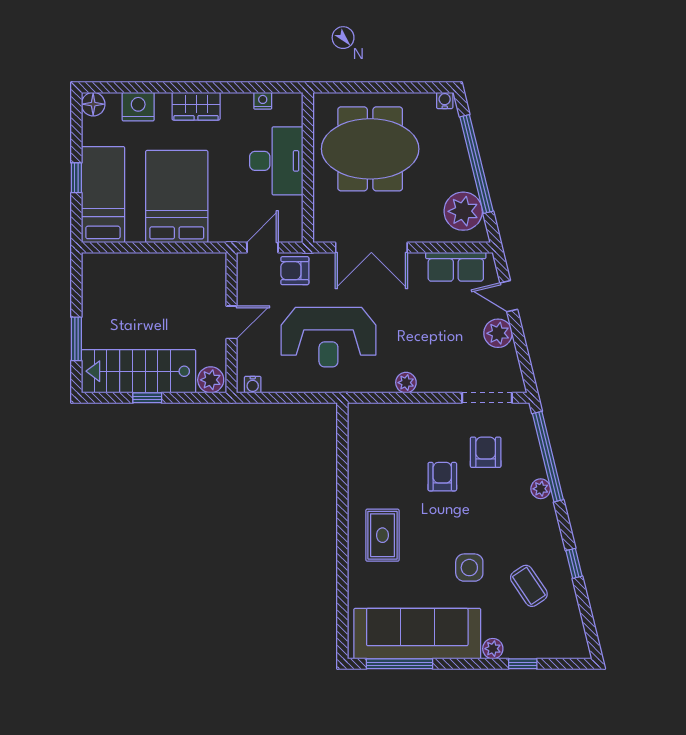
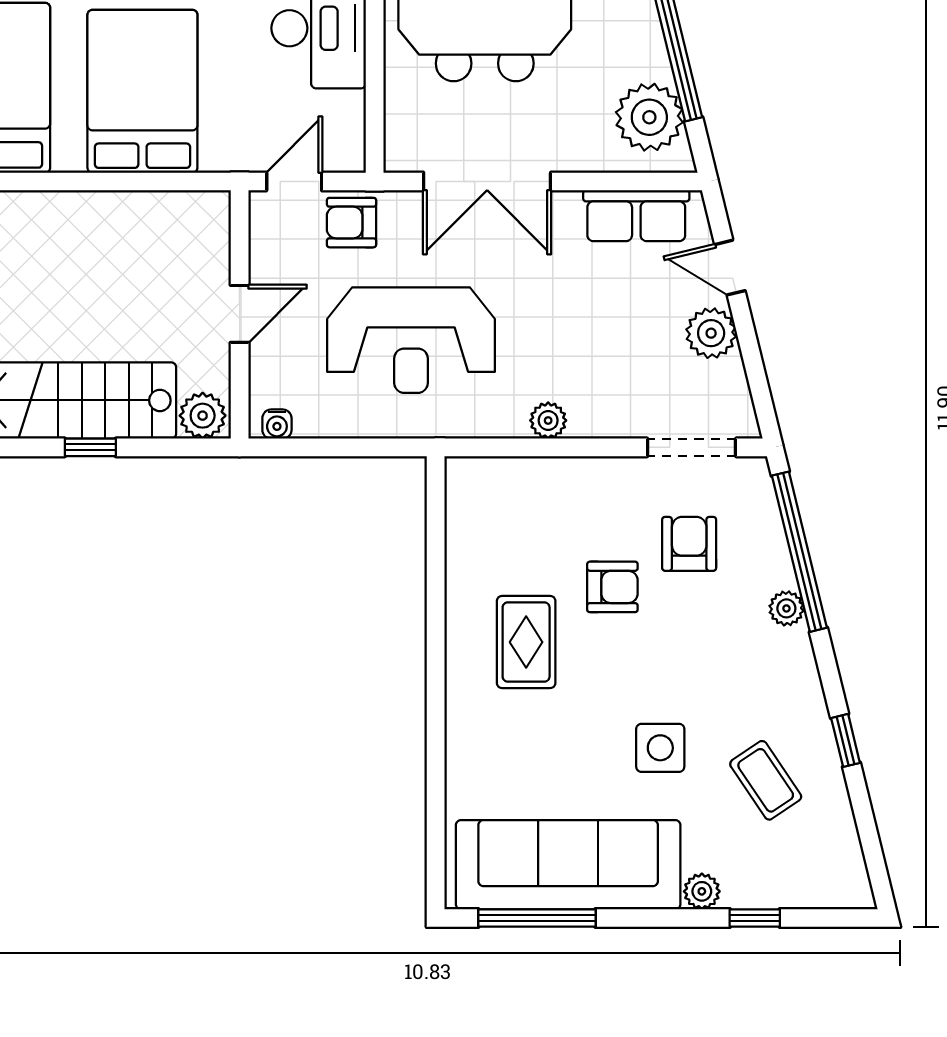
armchair: (442, 477) -> (612, 587), turned 90
rug: (382, 535) -> (526, 642), moved

